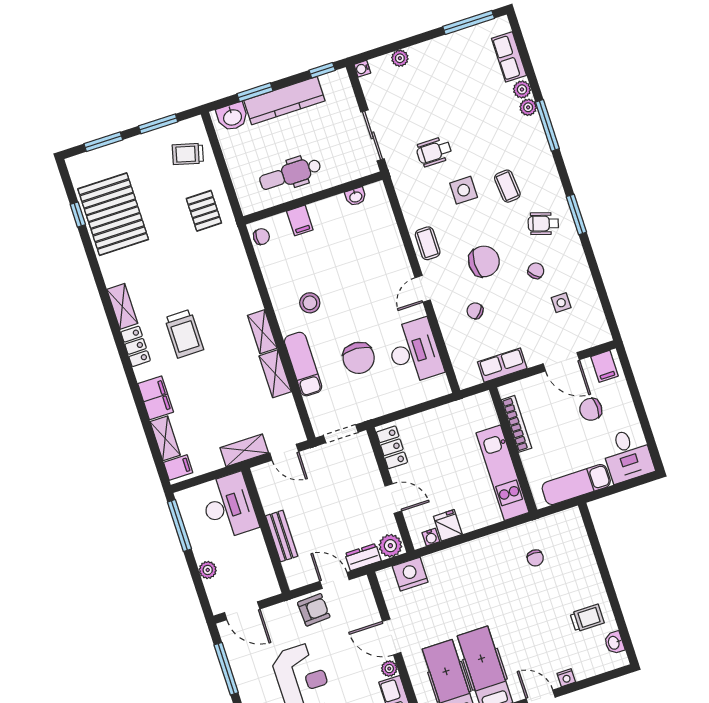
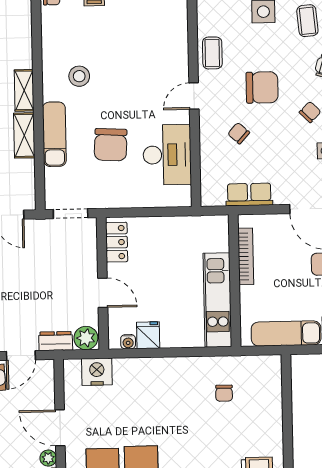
door: (335, 581) -> (21, 356), swing flipped

